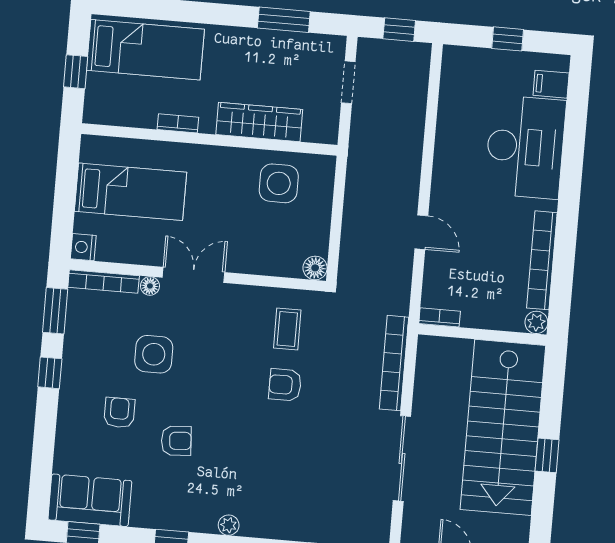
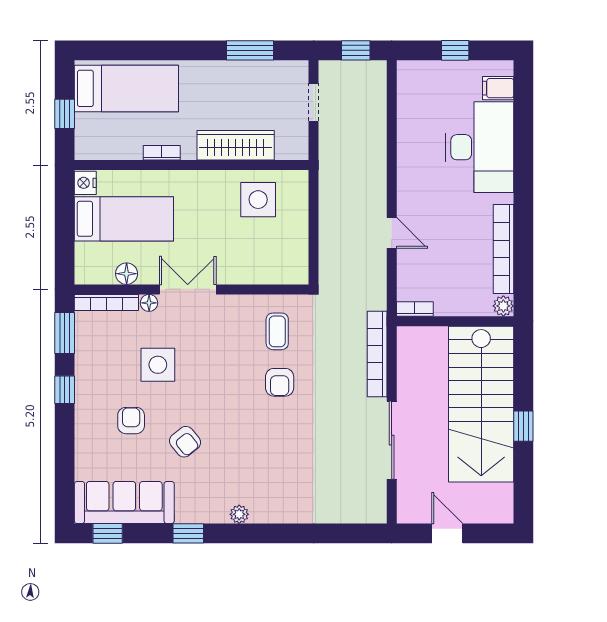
nightstand: (83, 247) -> (85, 183), moved
floor lamp: (315, 268) -> (127, 274), moved
armchair: (285, 385) -> (280, 382), turned -90
armchair: (176, 441) -> (185, 442), turned 55
sofa: (90, 500) -> (124, 502), width x1.36

